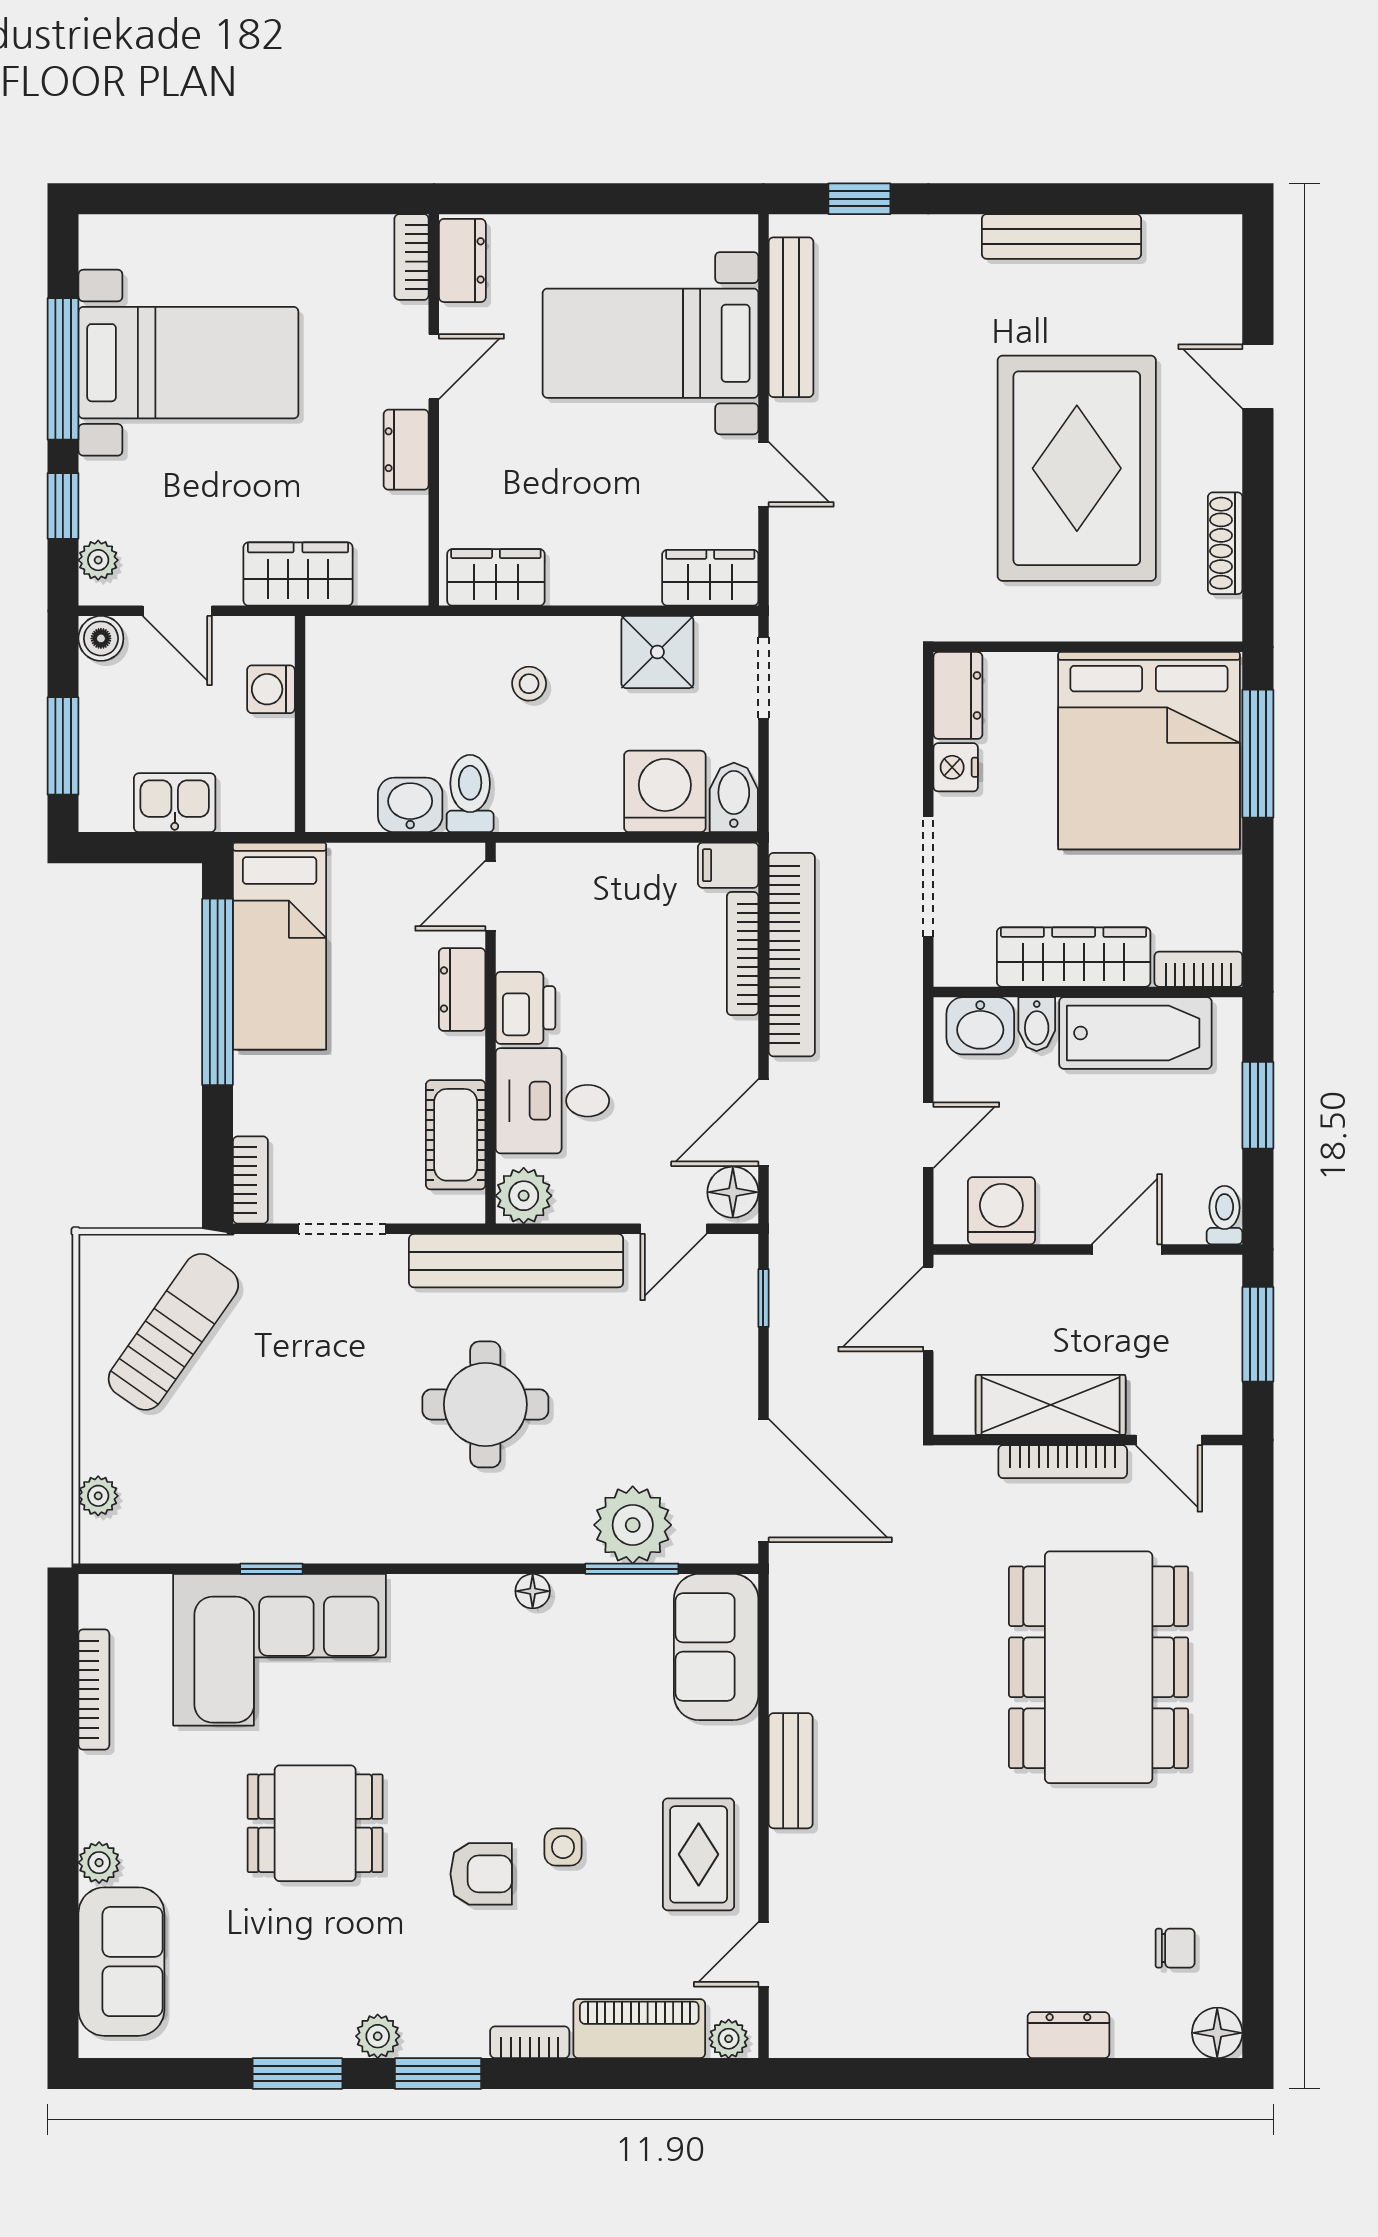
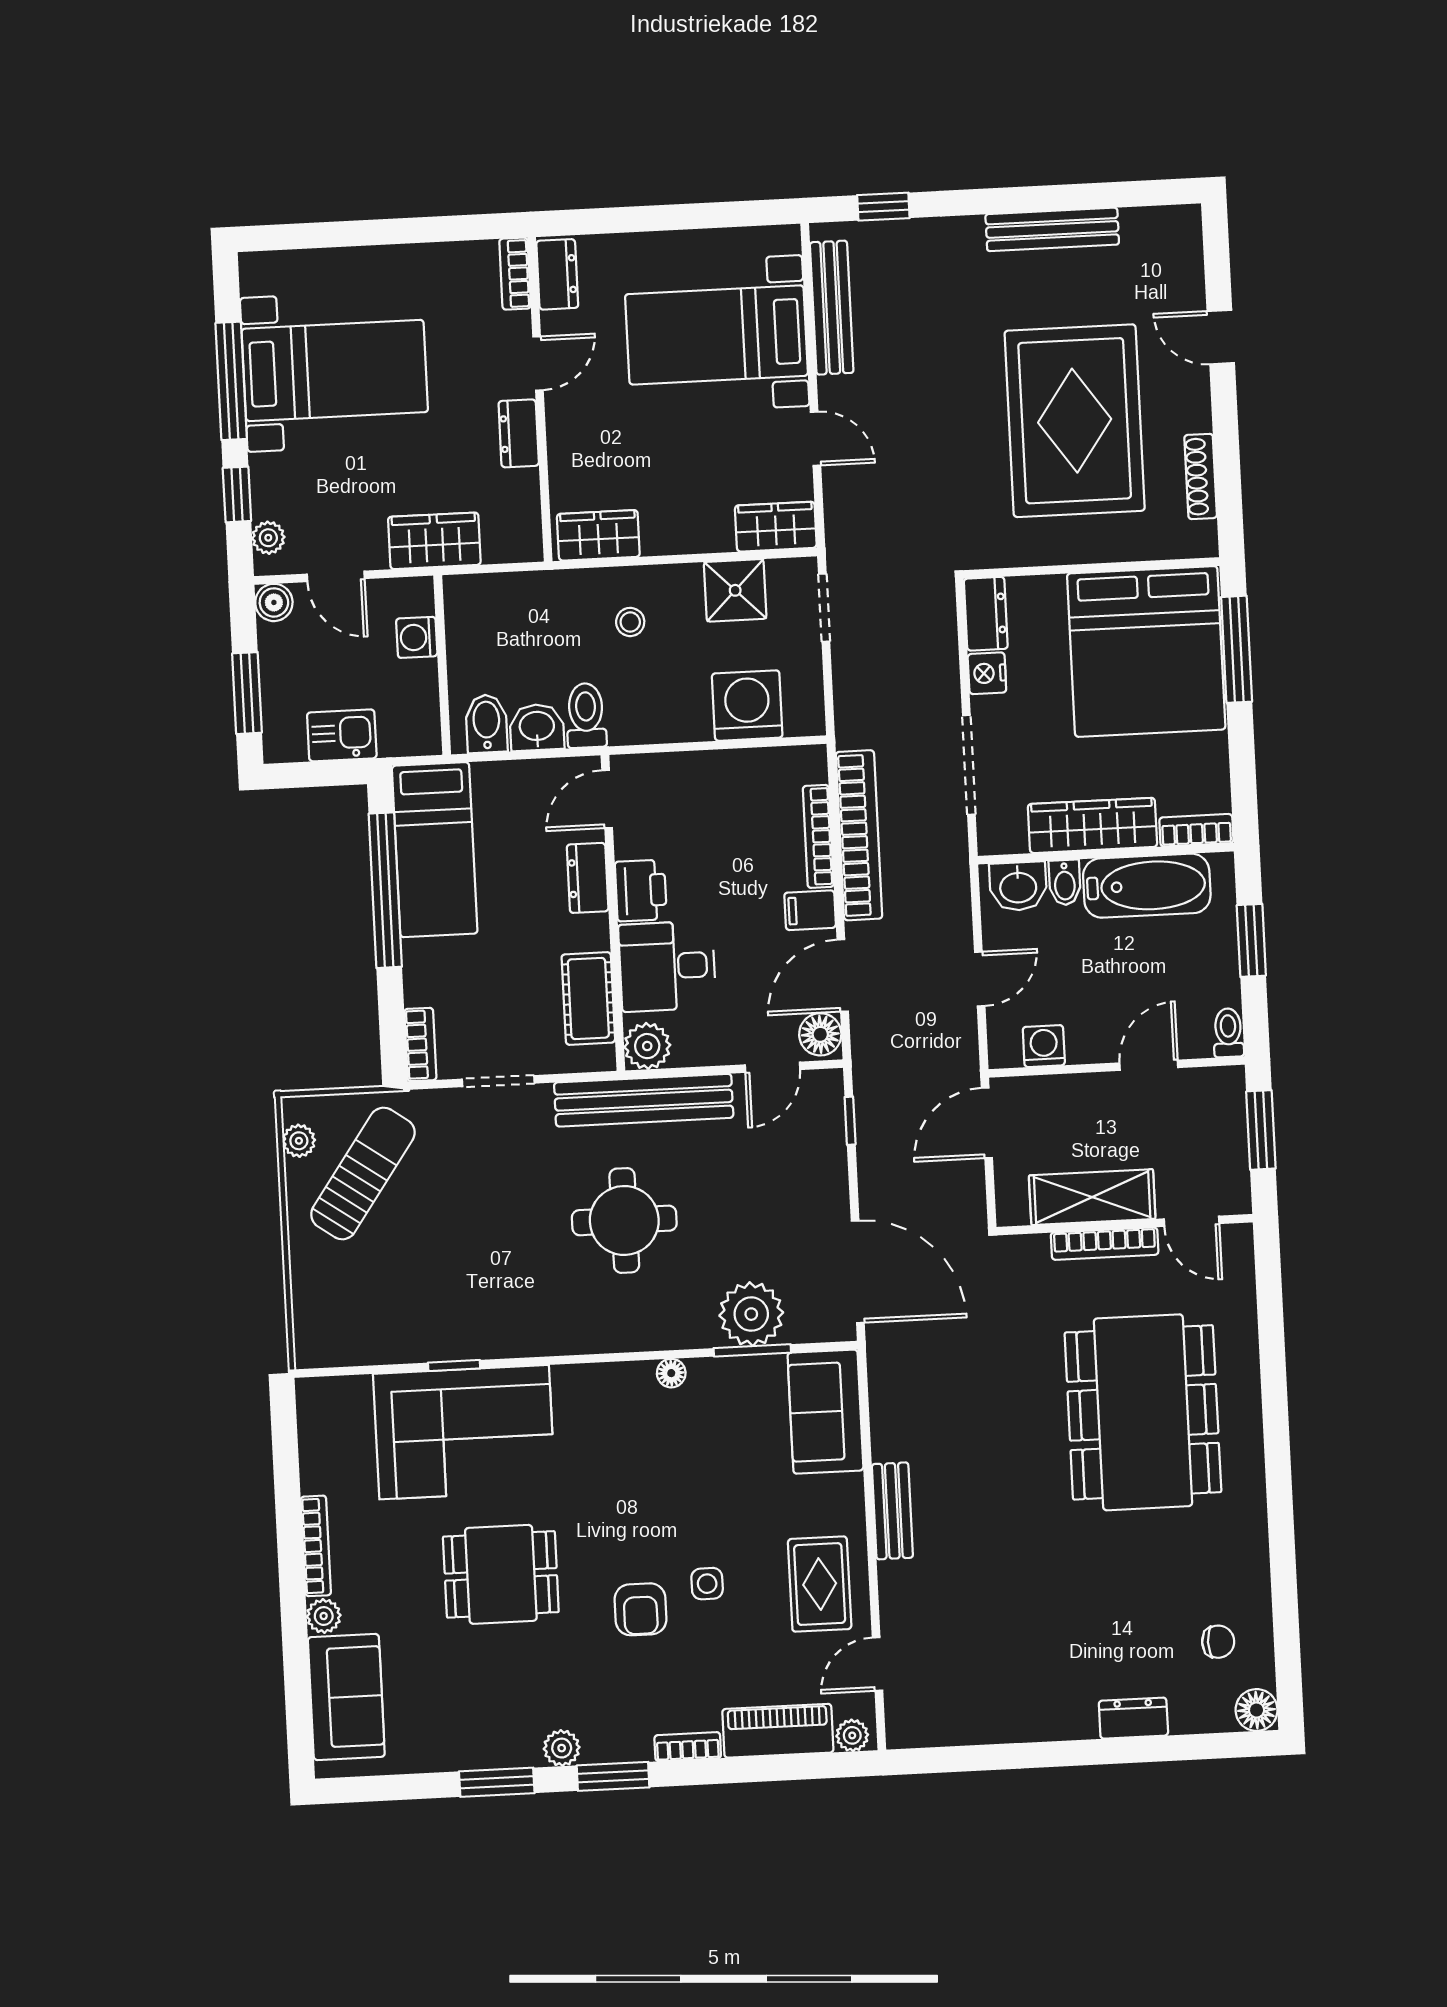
bidet: (734, 797) -> (486, 724), moved
filing cabinet: (728, 865) -> (810, 910), moved
washing machine: (1001, 1211) -> (1044, 1046), width x0.73, depth x0.73
plant: (98, 1496) -> (299, 1141), moved
bookcase: (94, 1689) -> (316, 1546), moved
armchair: (481, 1874) -> (641, 1609), turned 90

